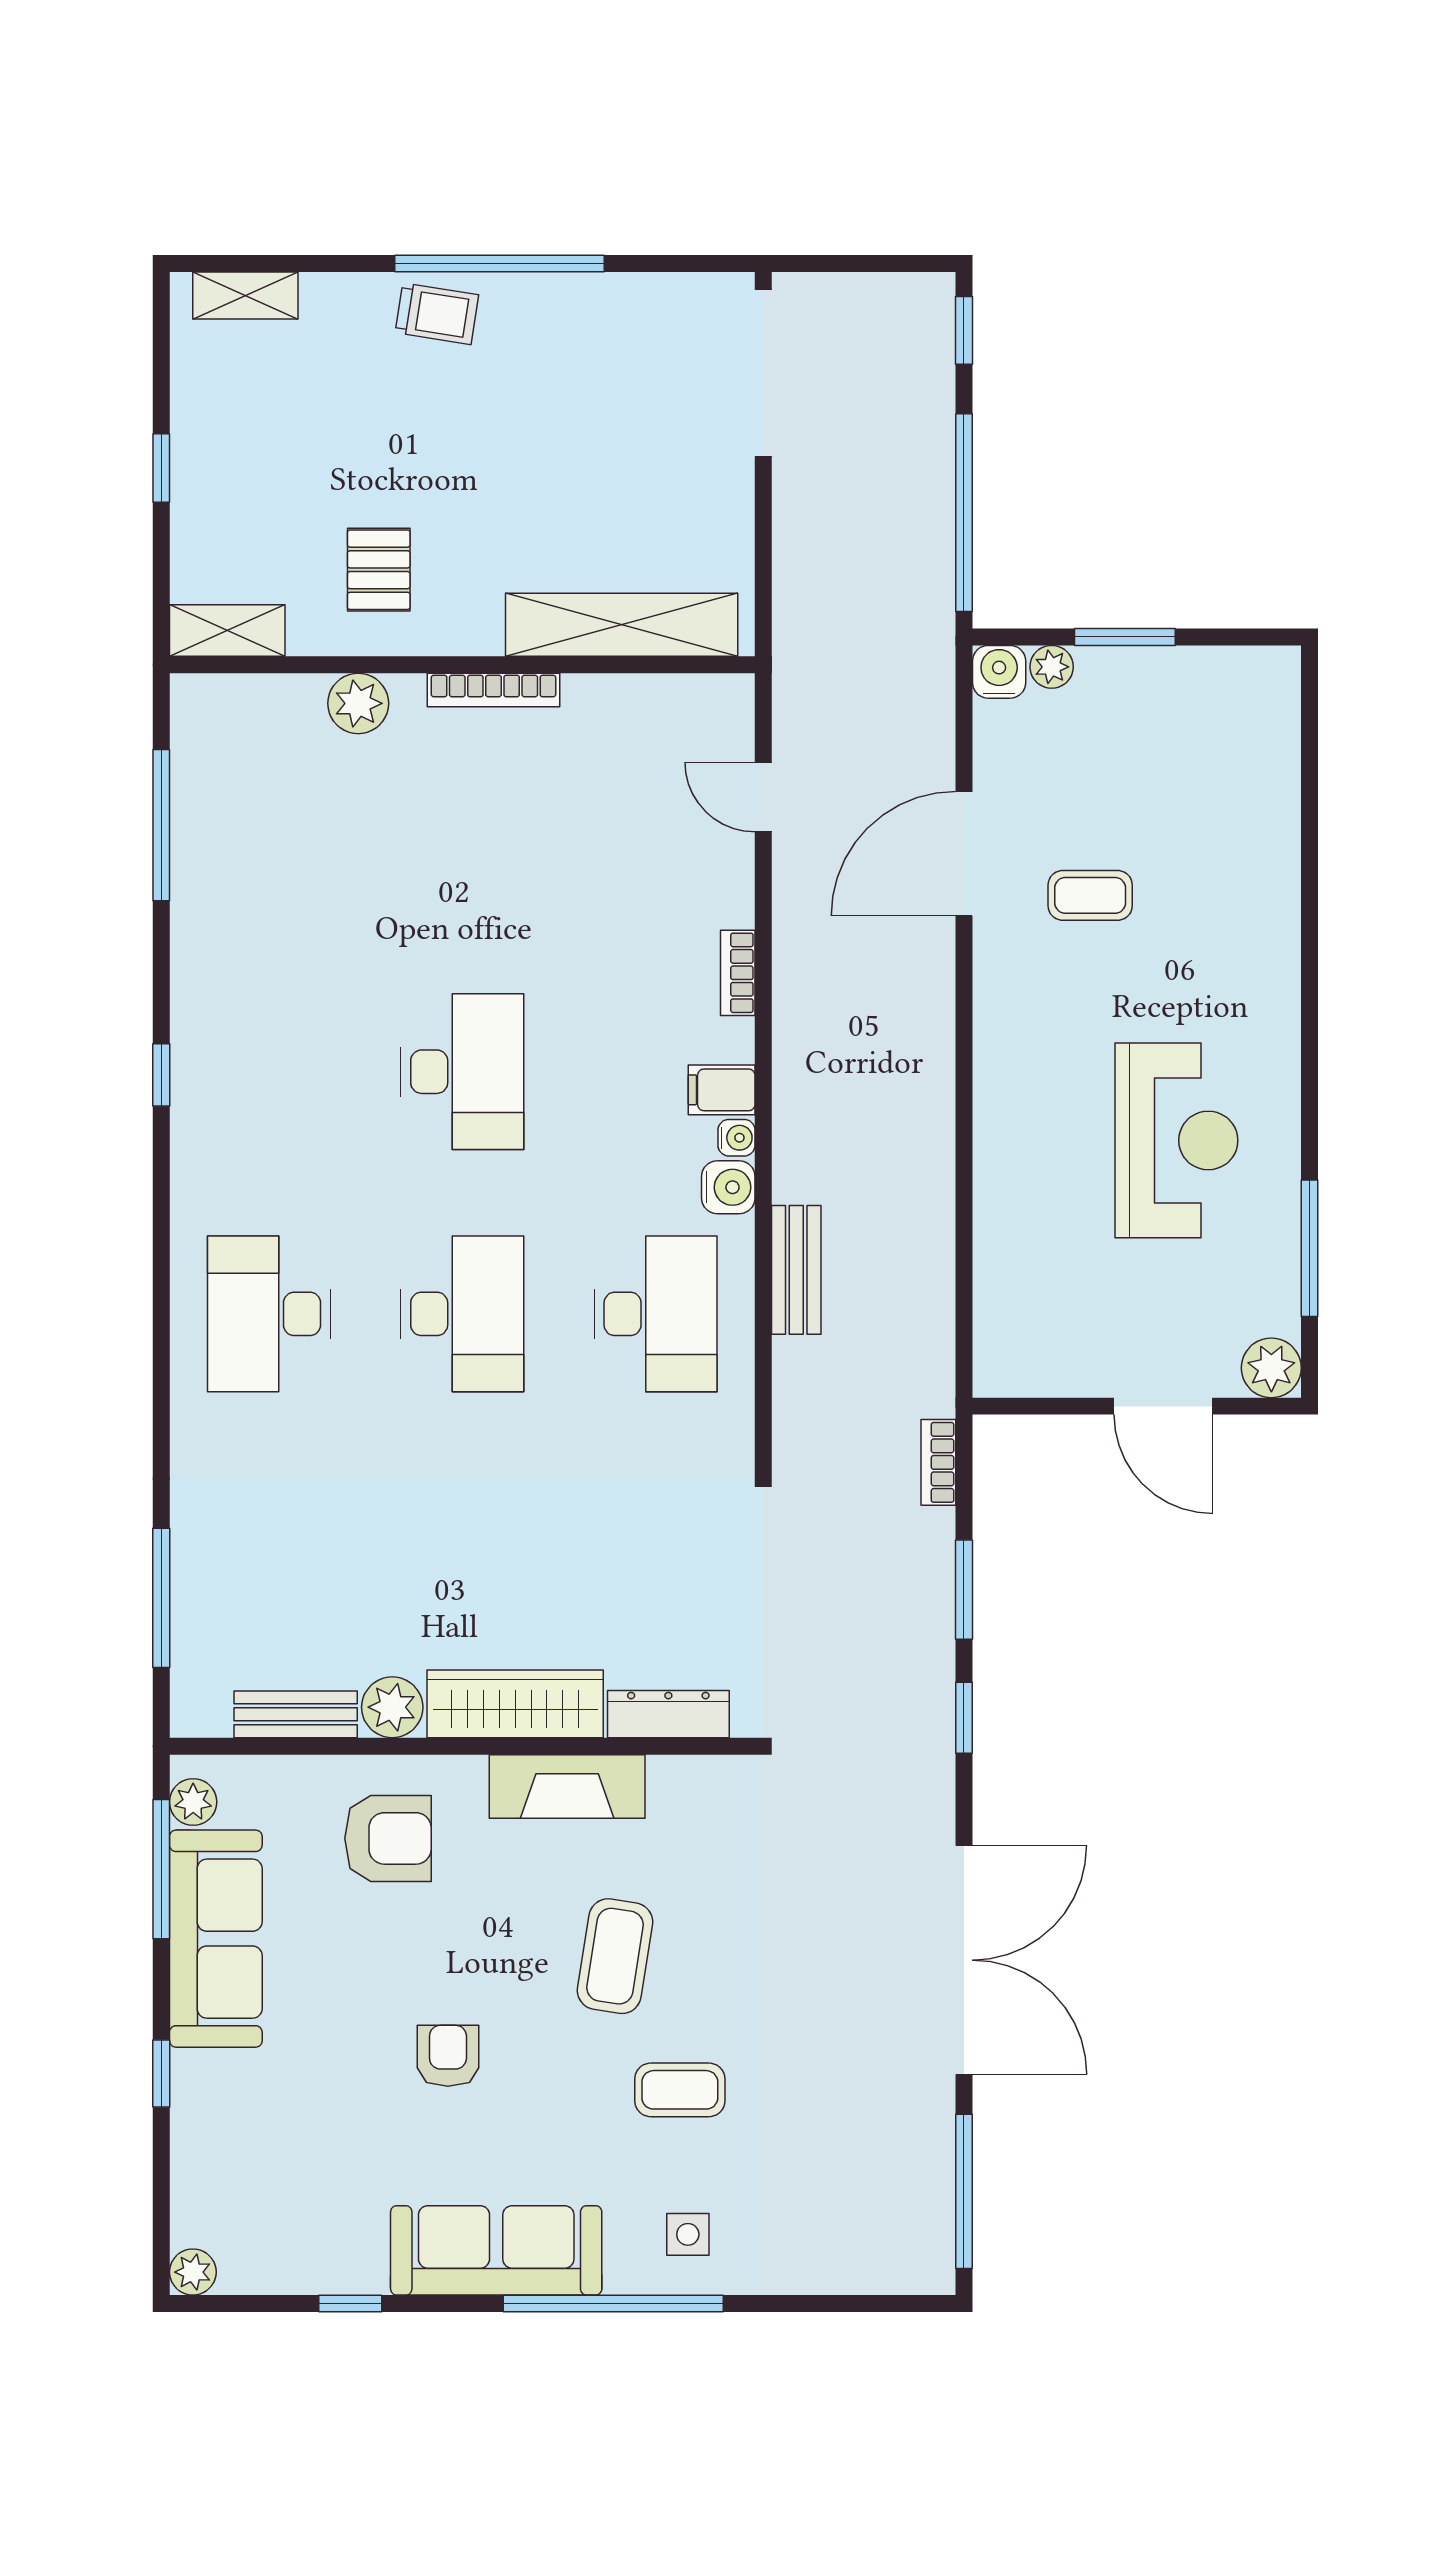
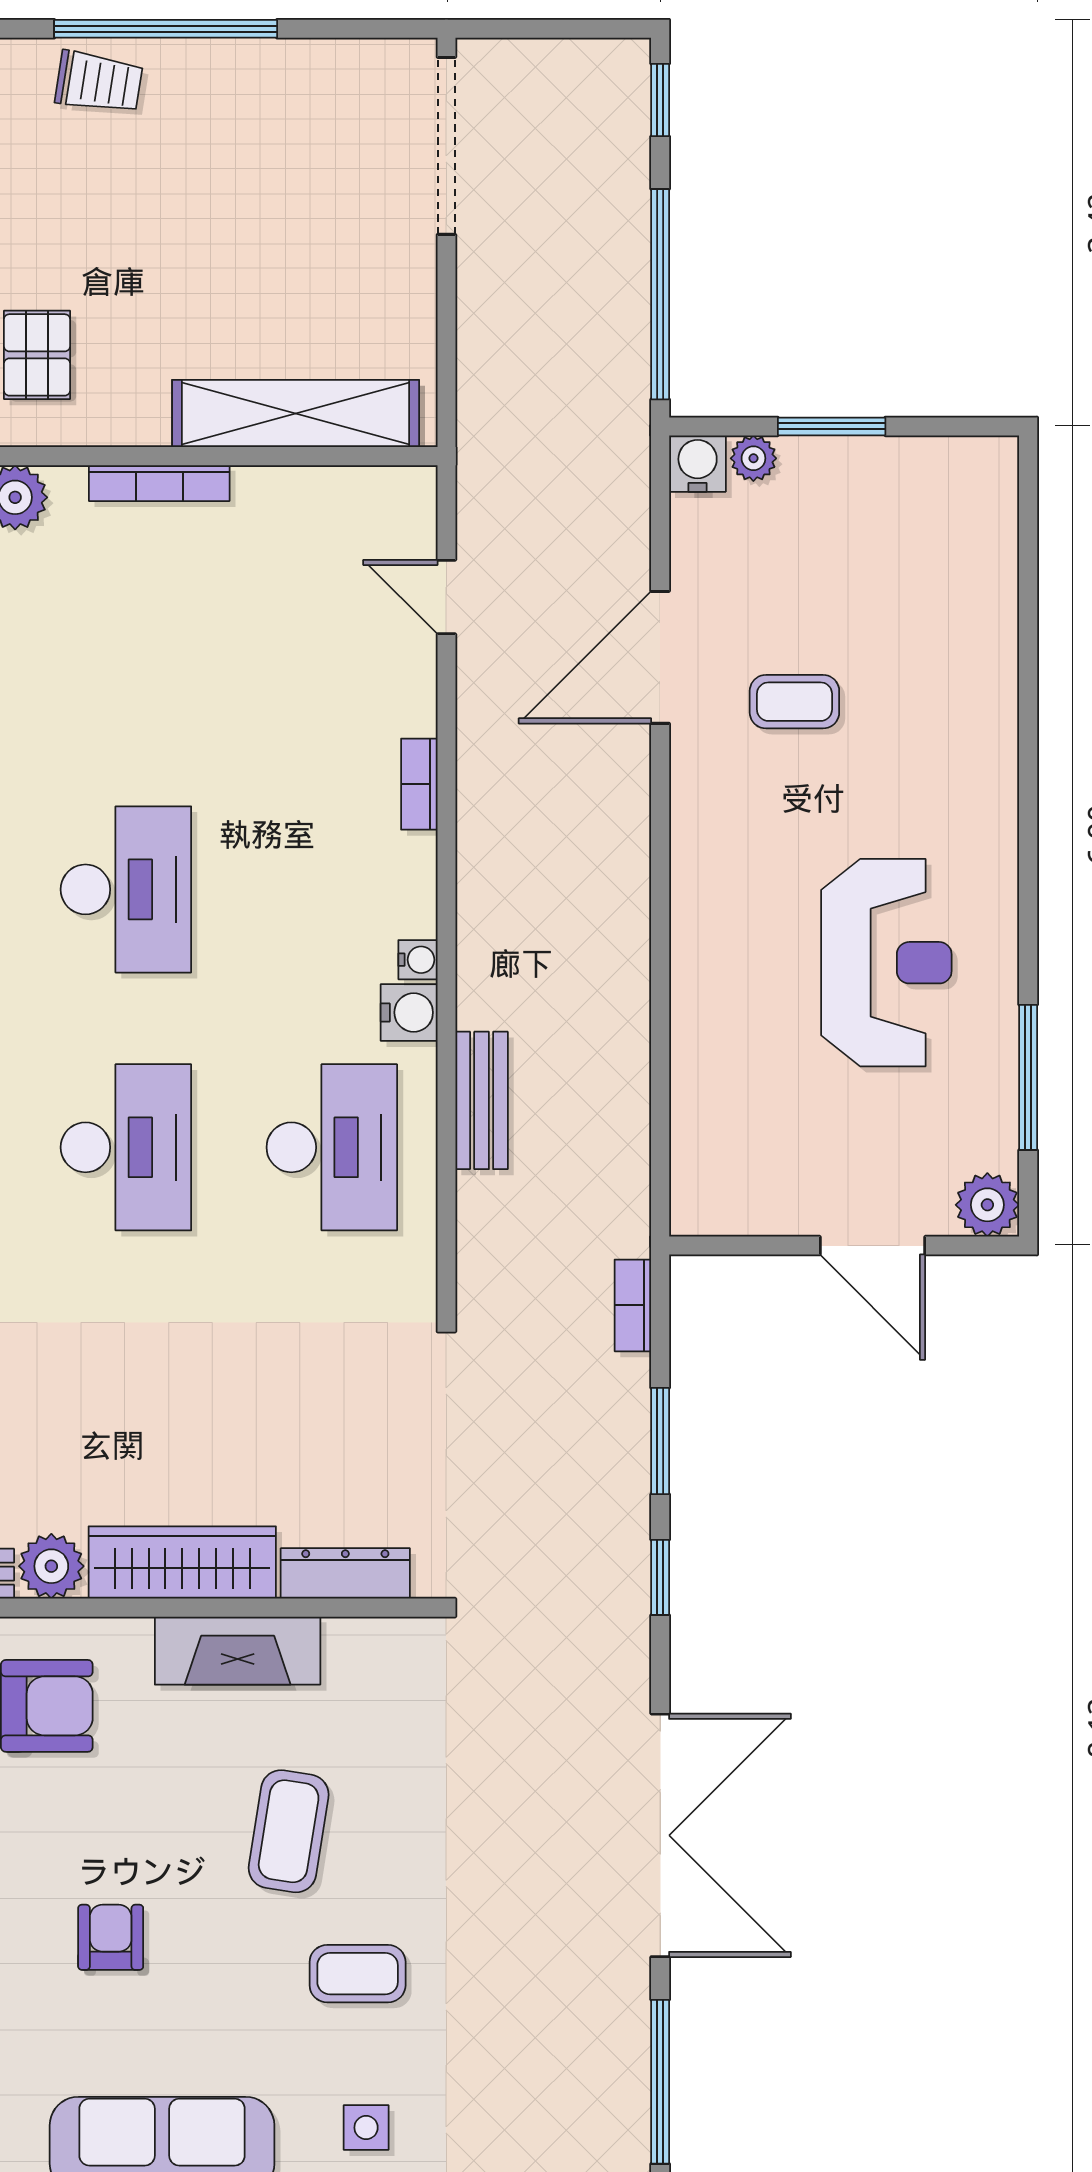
filing cabinet: (722, 1090) -> (402, 909), removed

